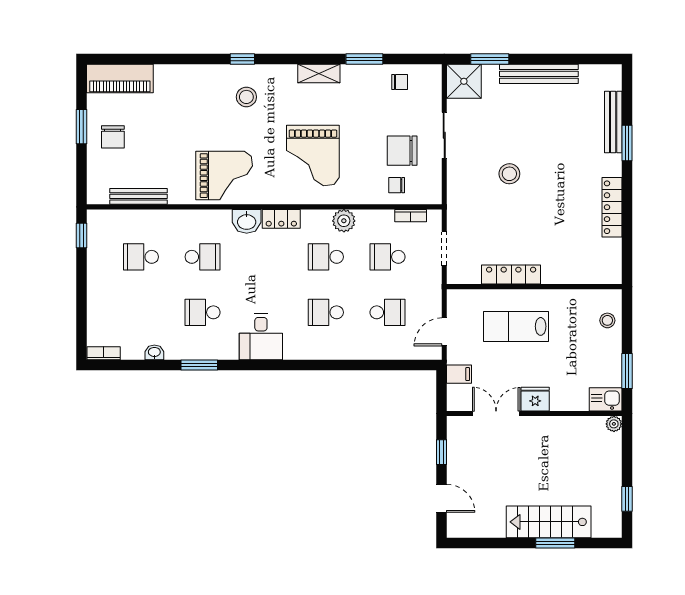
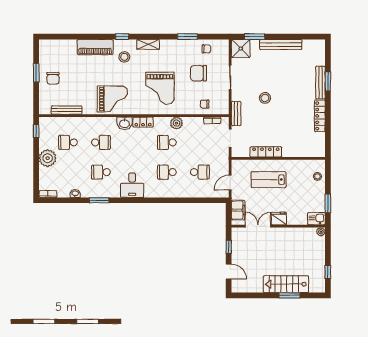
shelving: (319, 74) -> (148, 44), moved
piano: (120, 79) -> (95, 47), moved
bench: (613, 122) -> (320, 83), moved
chair: (402, 151) -> (199, 73), moved
bench: (455, 203) -> (236, 113), added
school desk: (388, 257) -> (200, 142), removed
plant: (103, 286) -> (48, 158), added
filing cabinet: (459, 374) -> (238, 210), width x2.00

